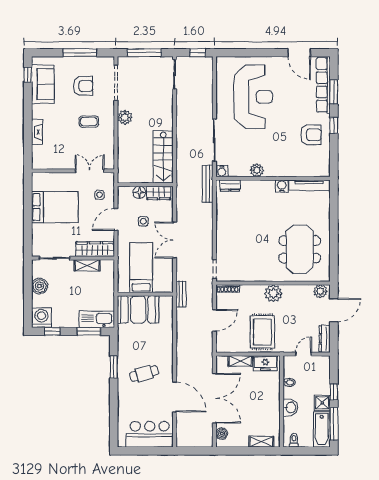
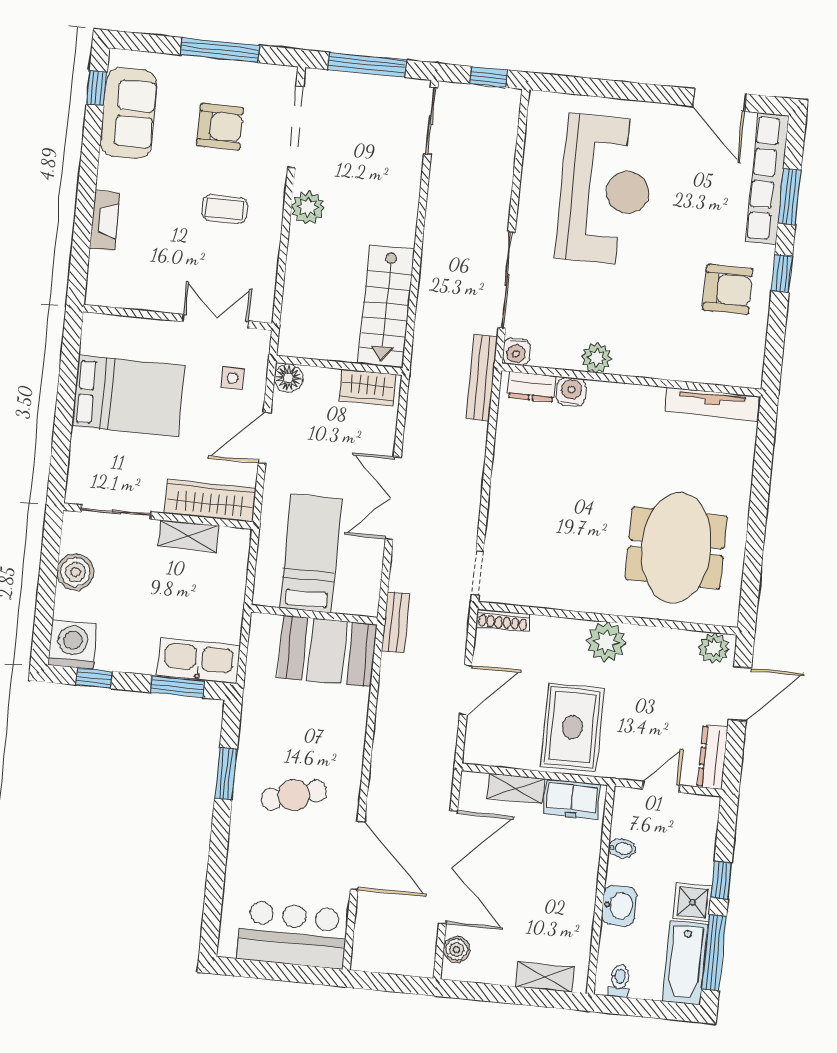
water cooler: (282, 186) -> (571, 392), moved
floor lamp: (139, 192) -> (288, 378), moved
side table: (143, 221) -> (326, 448), removed
booth: (138, 310) -> (327, 651), moved

